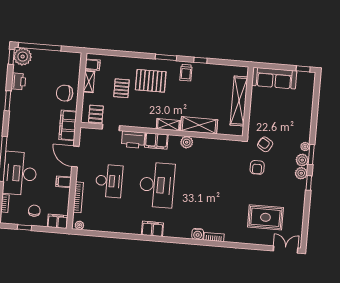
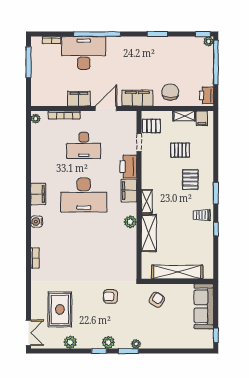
plant: (23, 57) -> (209, 41), width x0.53, depth x0.53
printer: (18, 81) -> (206, 95), moved, turned 90
pallet: (151, 81) -> (190, 180), width x0.67, depth x0.71
armchair: (265, 144) -> (157, 300), moved
plant: (302, 160) -> (70, 342), moved
filing cabinet: (64, 182) -> (79, 99), width x2.00
chair: (34, 211) -> (47, 71), removed
filing cabinet: (58, 221) -> (38, 96), removed
window: (24, 227) -> (29, 62), width x2.17
water cooler: (198, 234) -> (37, 222), moved

